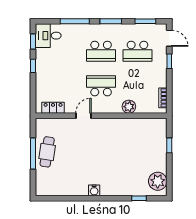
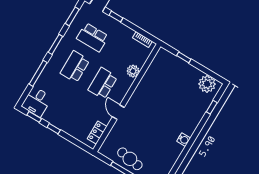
school desk: (101, 51) -> (75, 67), turned 180
school desk: (137, 51) -> (93, 37), turned 90

